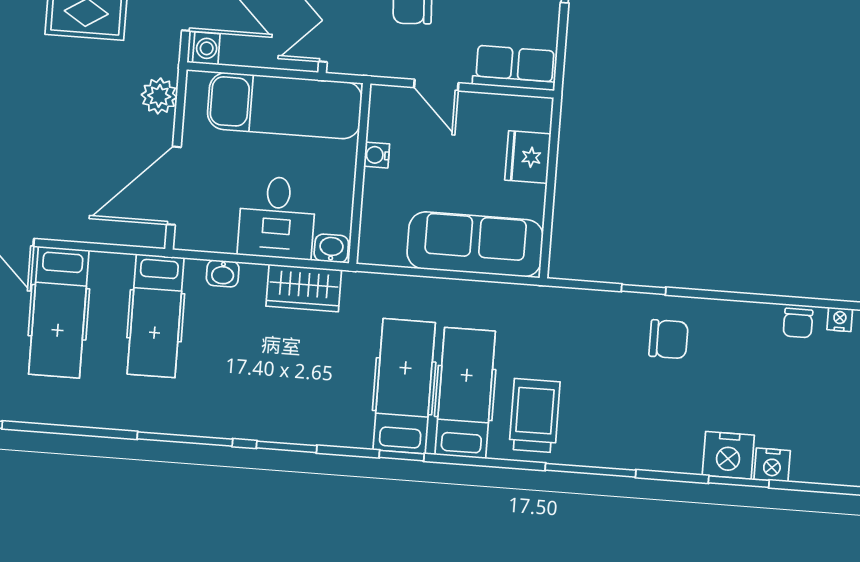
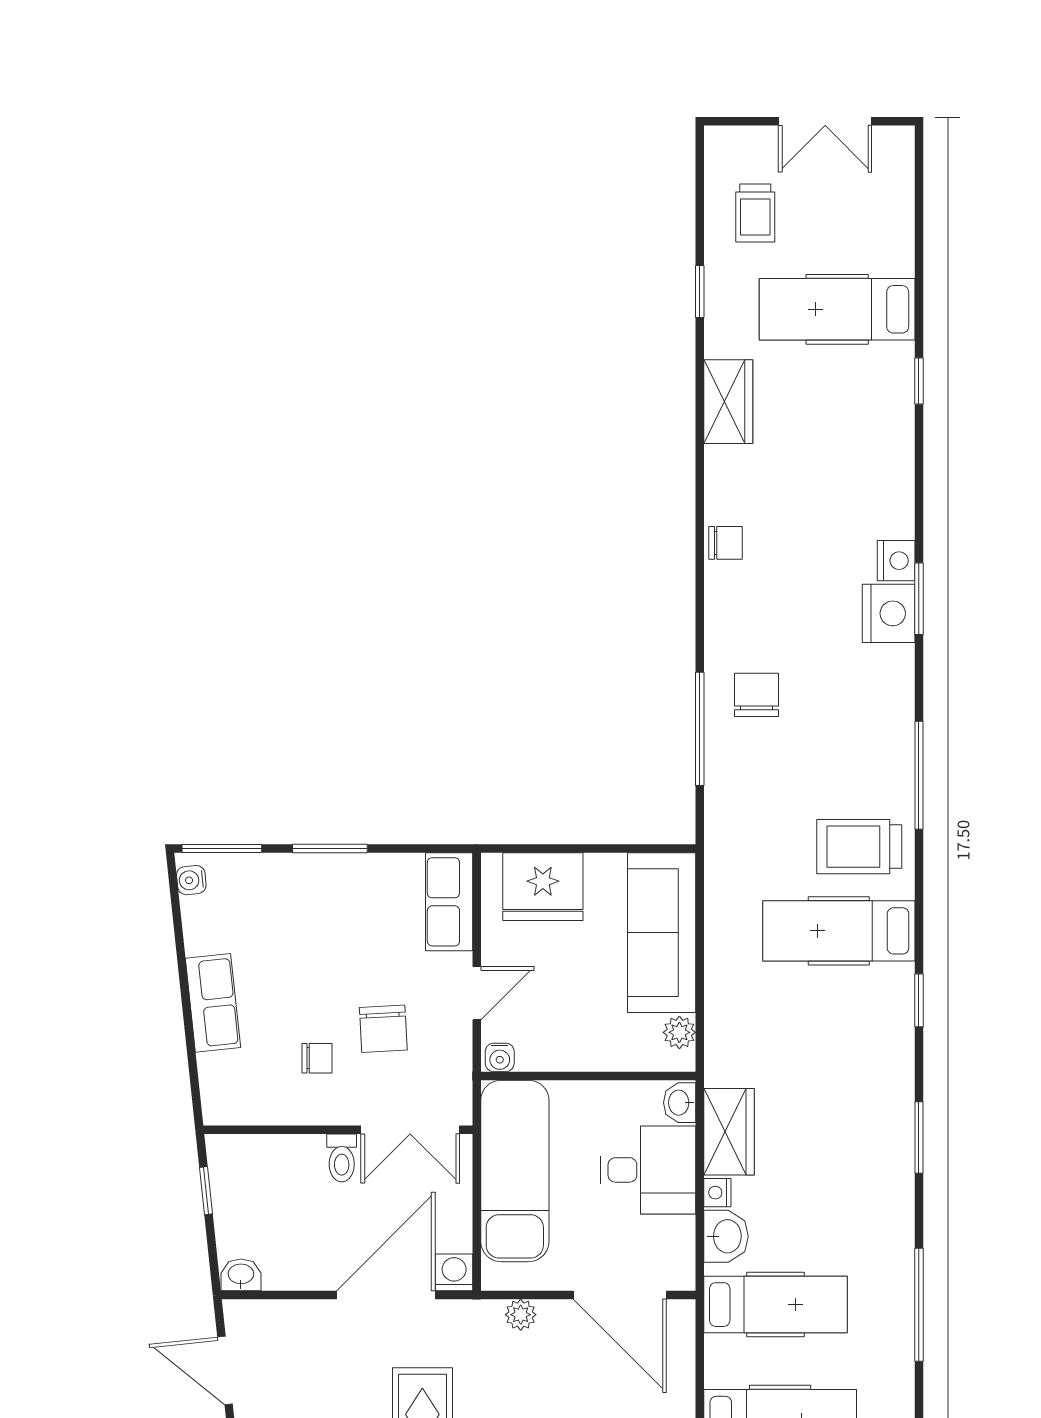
plant: (159, 96) -> (521, 1315), width x0.73, depth x0.73
water cooler: (377, 155) -> (500, 1057), moved
fridge: (528, 157) -> (543, 887), width x1.36, depth x1.34
plant: (390, 253) -> (679, 1032), added
washbasin: (223, 273) -> (726, 1236), width x1.38, depth x1.45
window: (644, 289) -> (700, 729), width x2.17
nightstand: (840, 319) -> (717, 1193), moved
hospital bed: (404, 386) -> (836, 1004), removed
window: (185, 439) -> (919, 1305), moved

